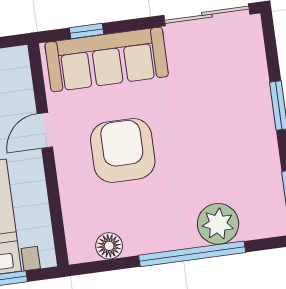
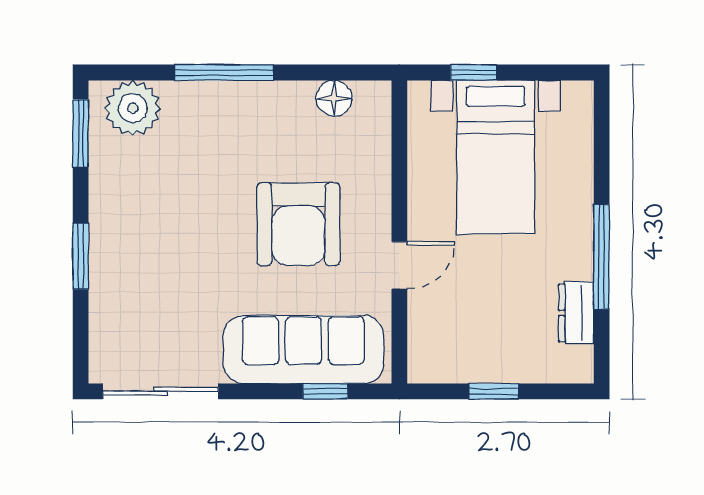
plant: (218, 224) -> (133, 108), moved
window: (192, 254) -> (224, 73), width x0.68

